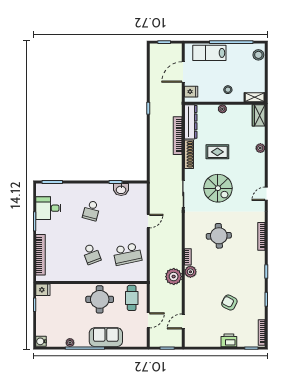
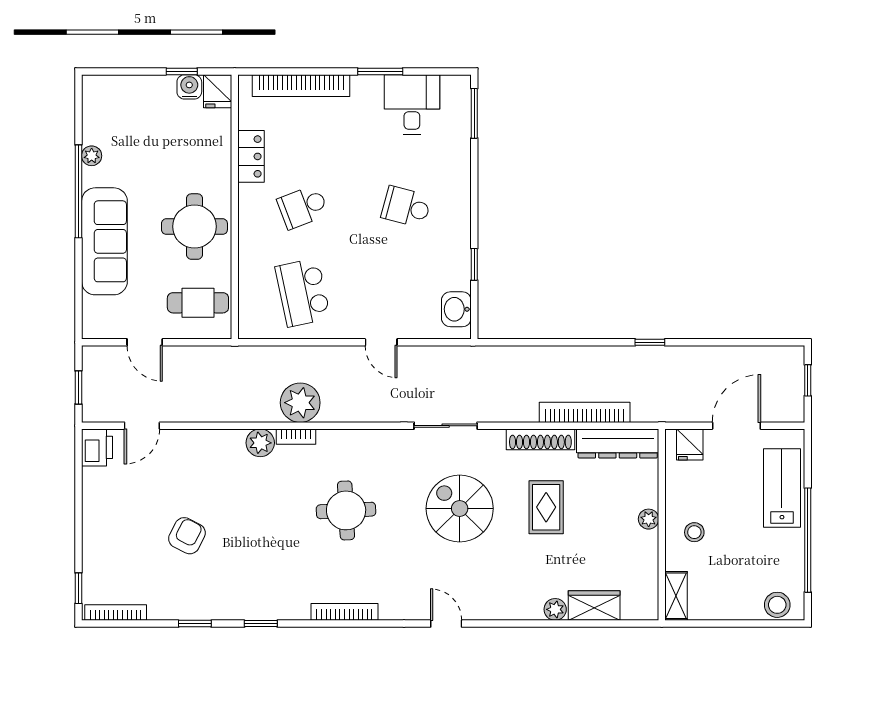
door: (183, 72) -> (736, 426), hinge flipped
wardrobe: (259, 115) -> (594, 605), moved
spiral stairs: (218, 188) -> (460, 509), turned 90
washbasin: (121, 190) -> (456, 309), moved
locker: (70, 276) -> (251, 156), added
plant: (174, 277) -> (300, 403), moved
door: (183, 321) -> (142, 426), swing flipped
sofa: (106, 337) -> (104, 241), width x1.36
printer: (229, 340) -> (97, 447), moved
water cooler: (41, 341) -> (189, 87), moved

